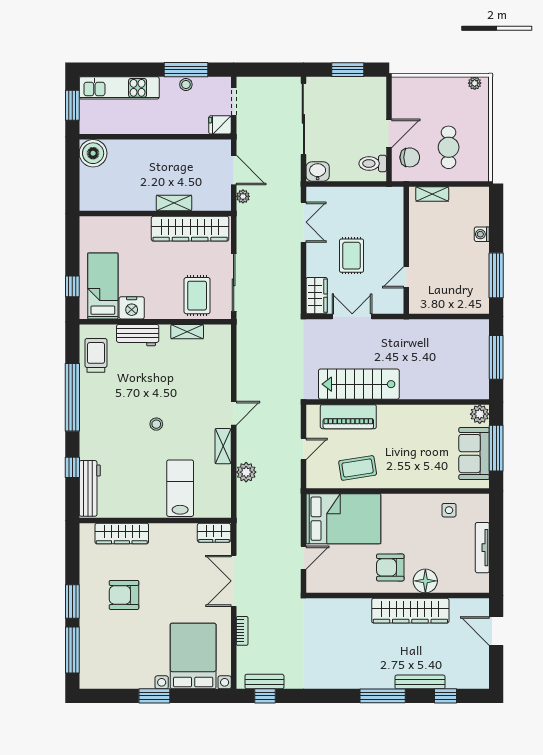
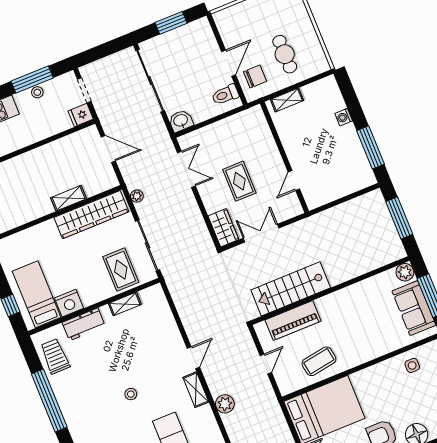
plant: (243, 196) -> (137, 196), moved

